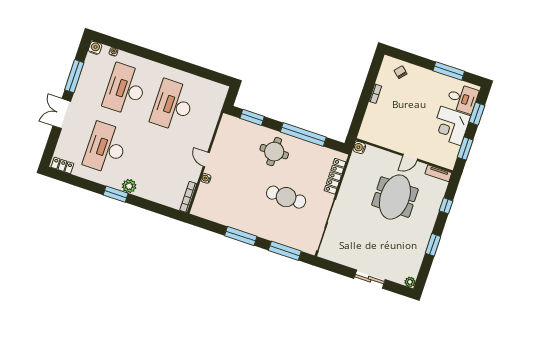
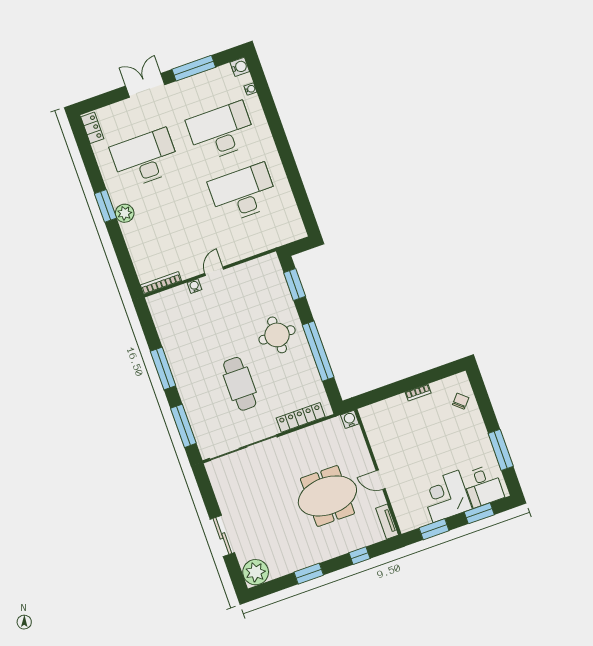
plant: (410, 282) -> (256, 572), width x1.87, depth x1.87

